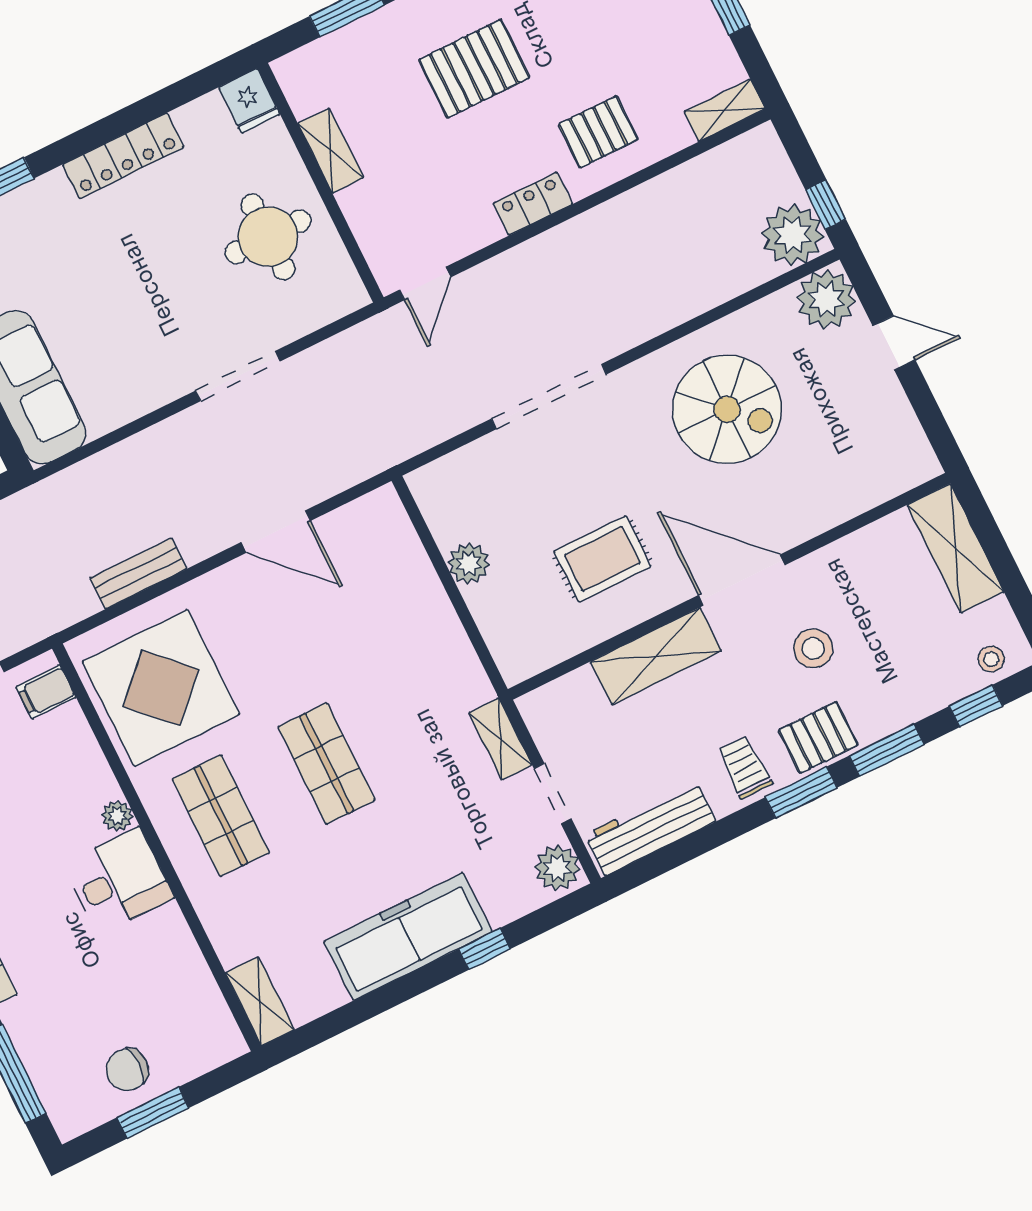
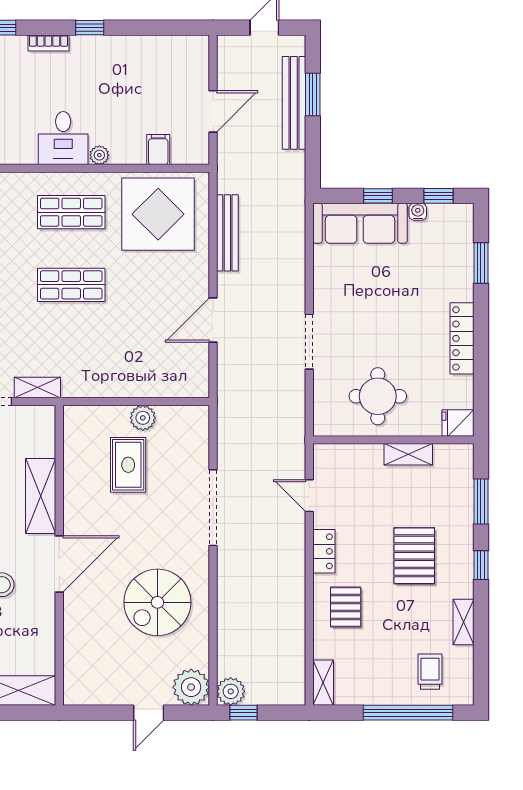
plant: (793, 235) -> (231, 691), width x0.73, depth x0.73
door: (425, 283) -> (309, 496), moved
rug: (602, 559) -> (128, 465), moved
bench: (138, 573) -> (227, 233), width x1.36
filing cabinet: (46, 692) -> (158, 150), moved

